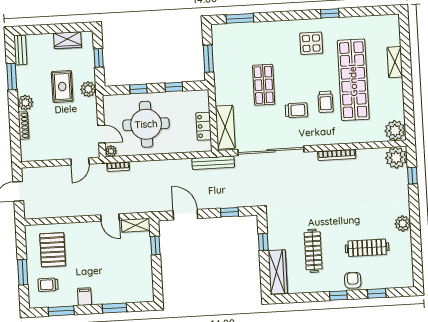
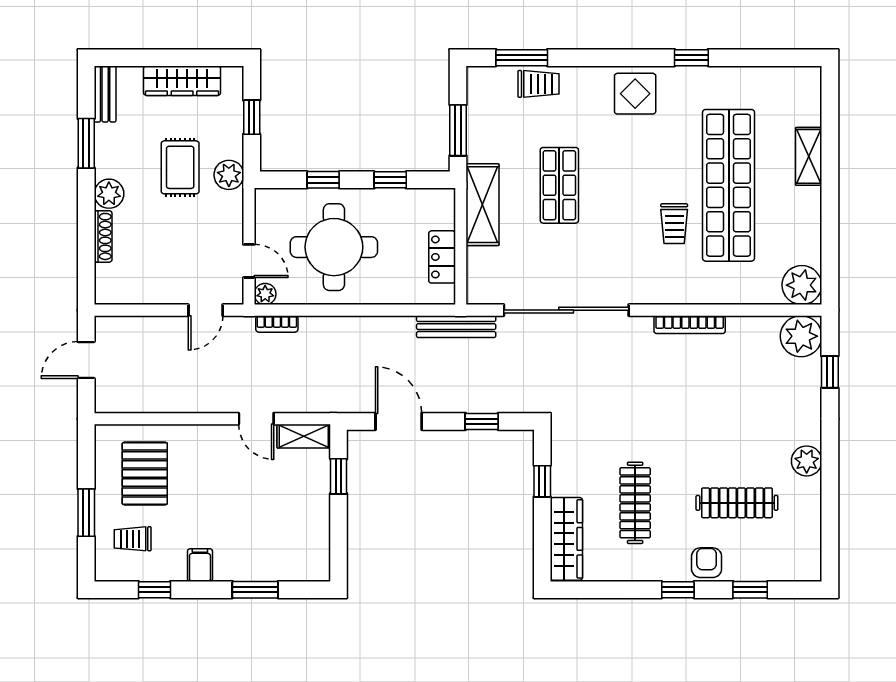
wardrobe: (67, 40) -> (182, 81), width x1.50
display table: (311, 43) -> (635, 94), moved
trolley: (296, 110) -> (539, 84), moved
shelving: (225, 127) -> (483, 205), moved
window: (61, 311) -> (154, 590), width x0.67

